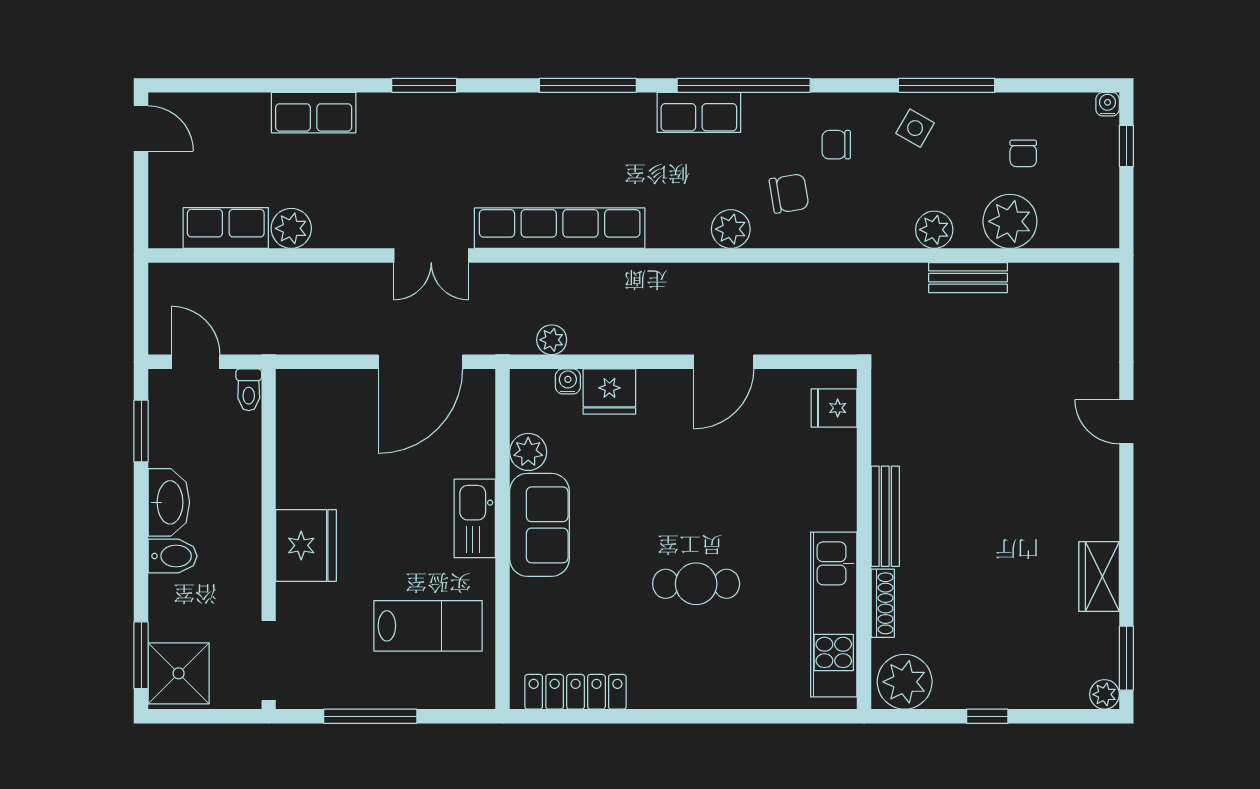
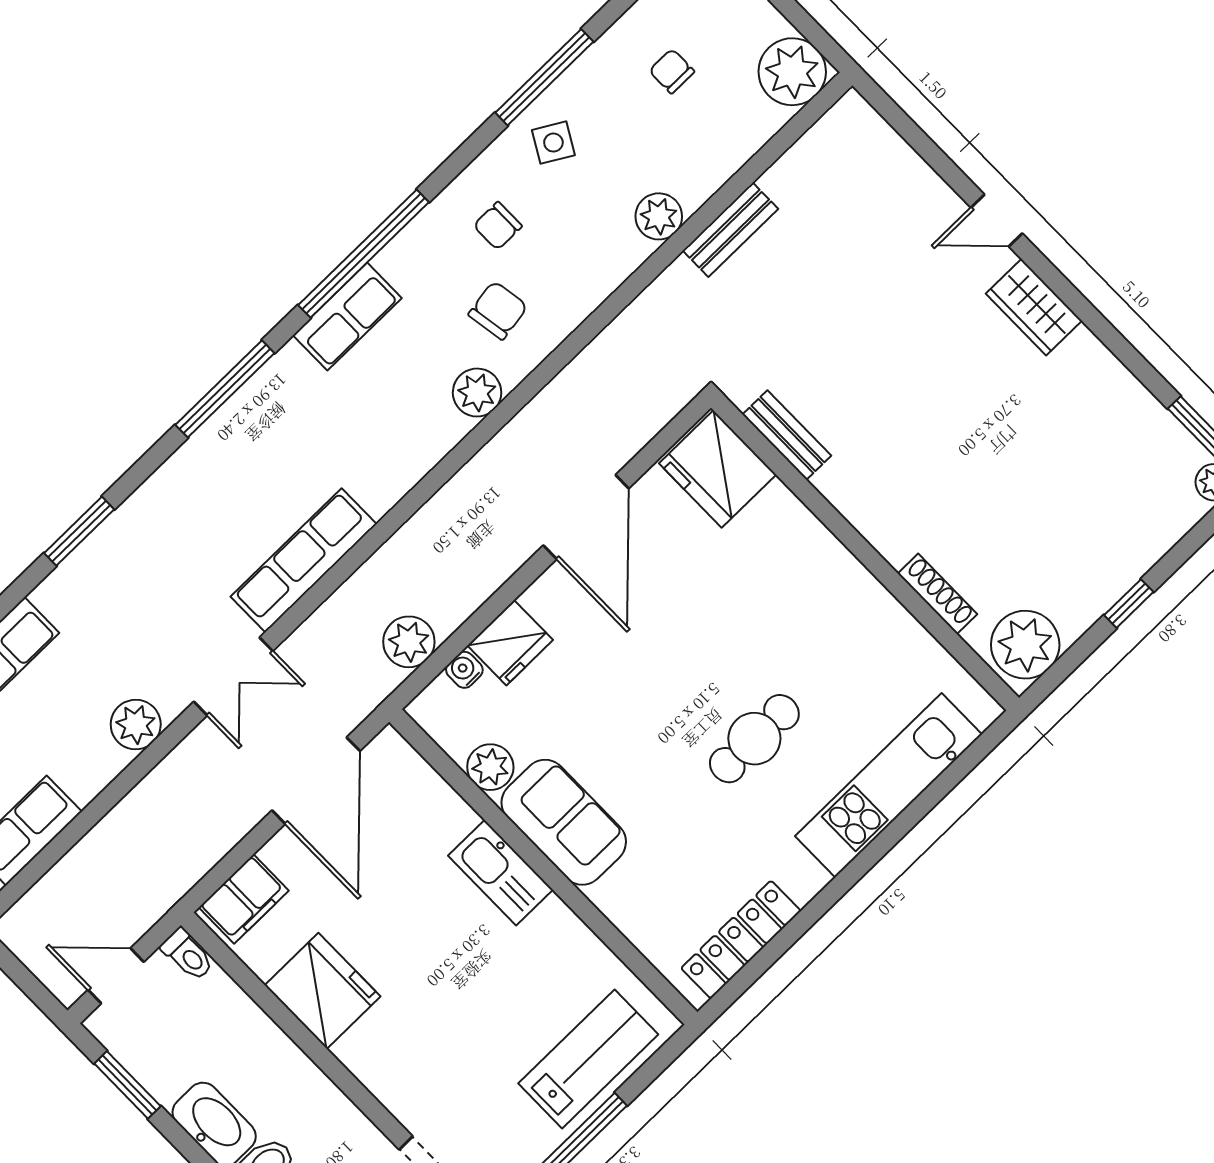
chair: (1023, 153) -> (672, 71), turned 180
plant: (1010, 221) -> (792, 72), moved
plant: (291, 228) -> (136, 725), moved
row of seats: (560, 228) -> (304, 560), width x0.73
plant: (552, 340) -> (409, 642), width x1.38, depth x1.38
door: (724, 362) -> (586, 517), width x1.36
filing cabinet: (312, 389) -> (244, 899), added
fridge: (834, 408) -> (718, 469), width x1.88, depth x1.34
bench: (885, 516) -> (787, 435), moved, width x0.73
fridge: (306, 545) -> (323, 991), moved
wardrobe: (1099, 576) -> (1034, 307), moved
kitchen unit: (834, 614) -> (889, 785), moved, turned 90
lab bench: (428, 626) -> (588, 1059), moved

